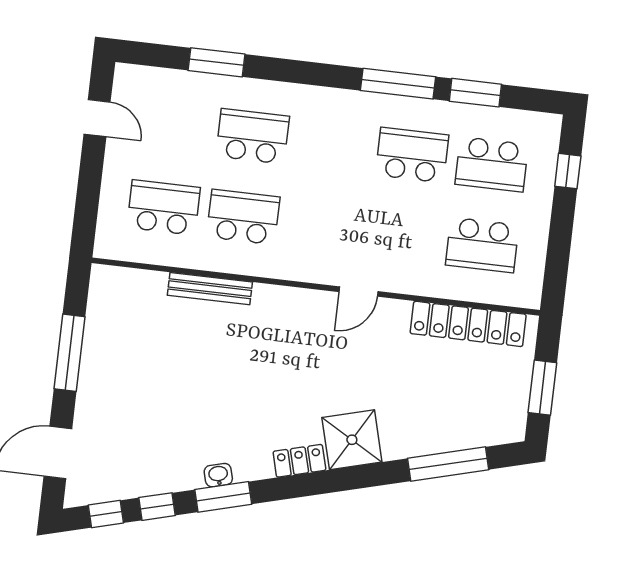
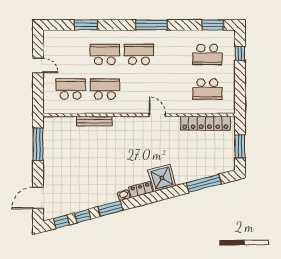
window: (398, 84) -> (151, 25), moved
window: (475, 93) -> (213, 25), moved
door: (97, 118) -> (38, 65), moved
school desk: (412, 155) -> (139, 54), moved
door: (358, 292) -> (157, 115), swing flipped
window: (70, 353) -> (38, 144), moved
washbasin: (218, 475) -> (124, 195), moved

